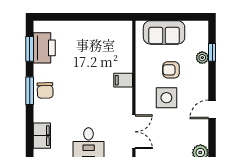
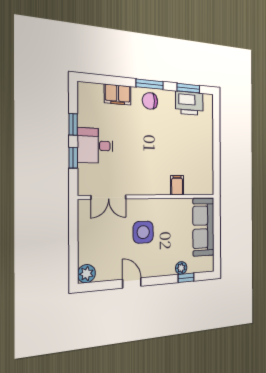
sofa: (164, 32) -> (203, 227), width x1.36
armchair: (171, 70) -> (170, 236), removed
filing cabinet: (123, 80) -> (177, 185), moved
filing cabinet: (42, 136) -> (118, 95), moved

